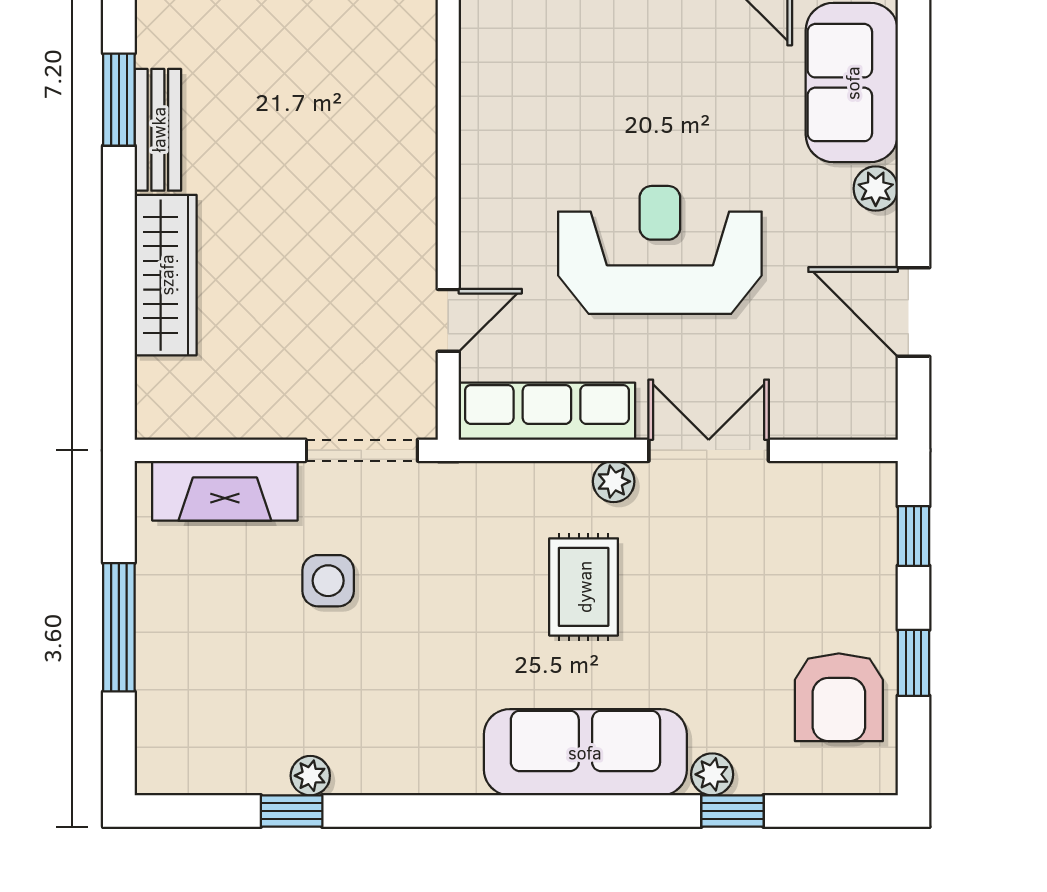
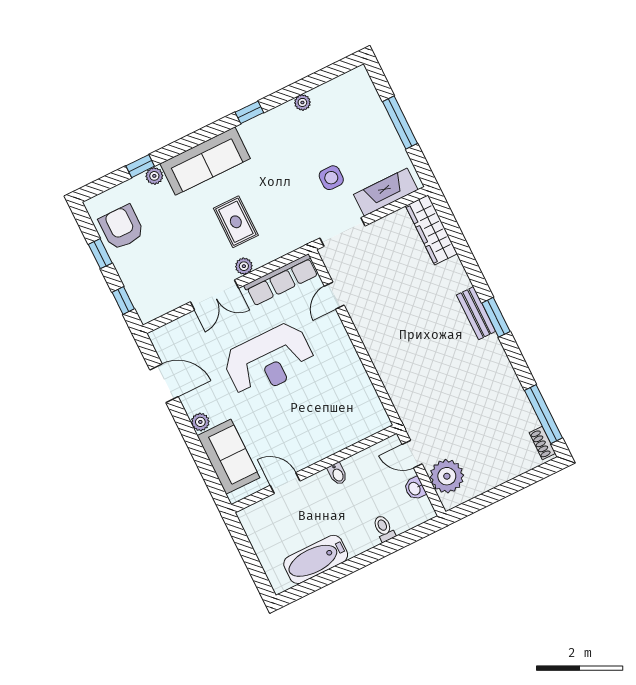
wardrobe: (166, 275) -> (431, 230), moved
window: (292, 811) -> (249, 112), moved

